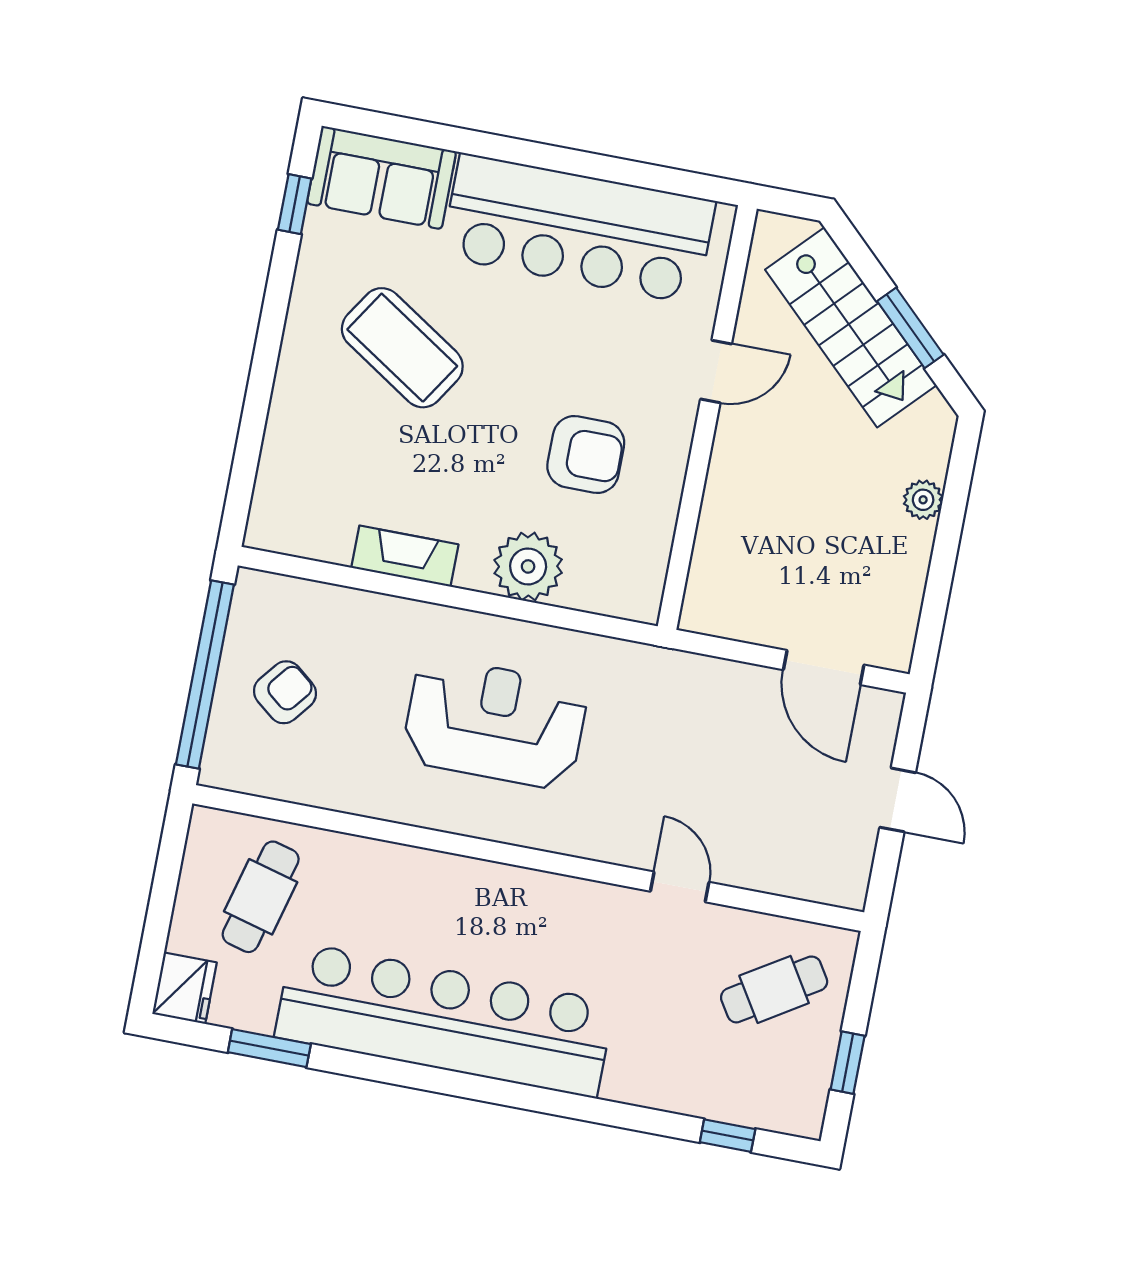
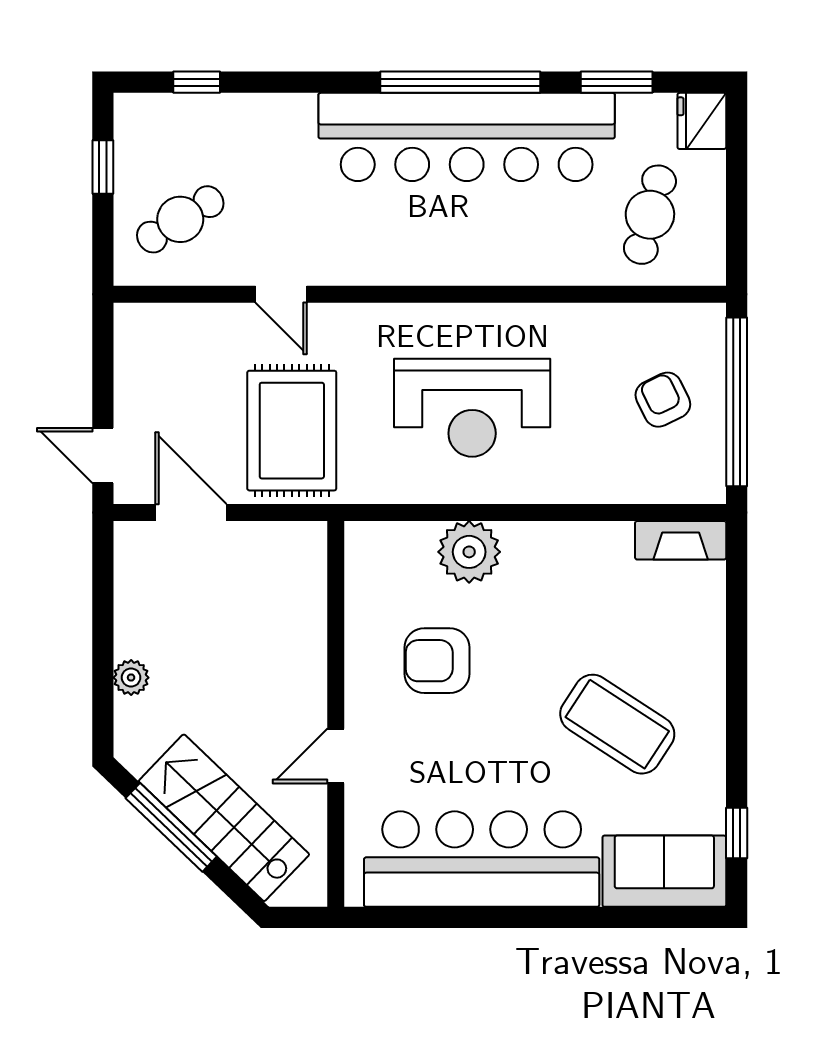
window: (910, 328) -> (171, 827), width x1.44
fireplace: (405, 556) -> (681, 540), moved
armchair: (285, 692) -> (663, 400), turned 115
rug: (696, 736) -> (292, 431), added
door: (898, 800) -> (103, 456), moved
window: (440, 1081) -> (460, 82), added

